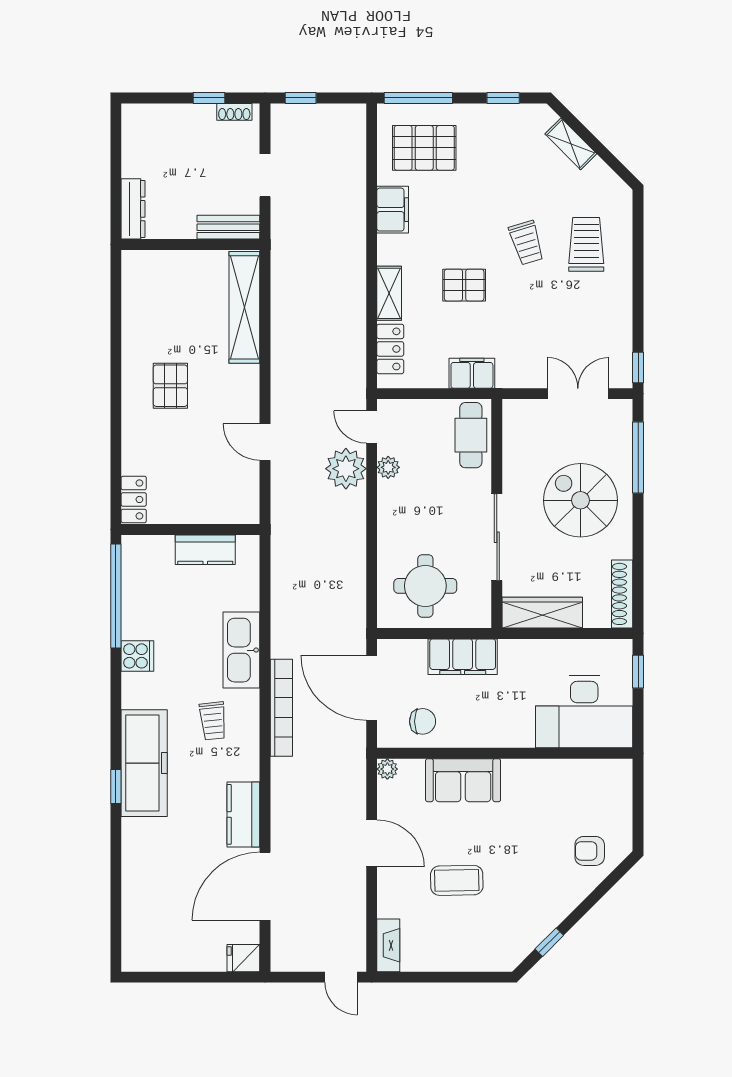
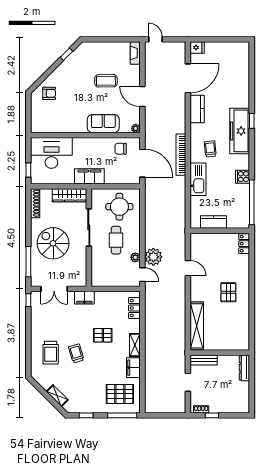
window: (301, 98) -> (173, 415), removed
shelving: (389, 293) -> (135, 345), moved
filing cabinet: (472, 373) -> (84, 298), moved
cafe table: (471, 435) -> (116, 240), moved
spiral stairs: (581, 500) -> (53, 243), turned 180
filing cabinet: (463, 657) -> (89, 176), moved

